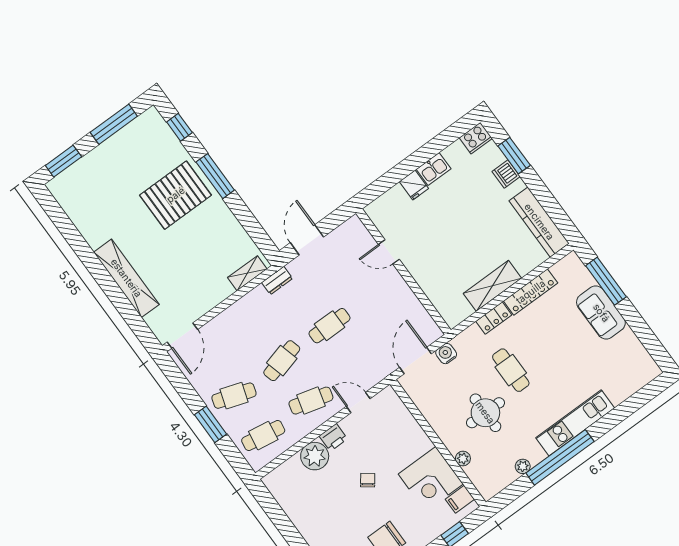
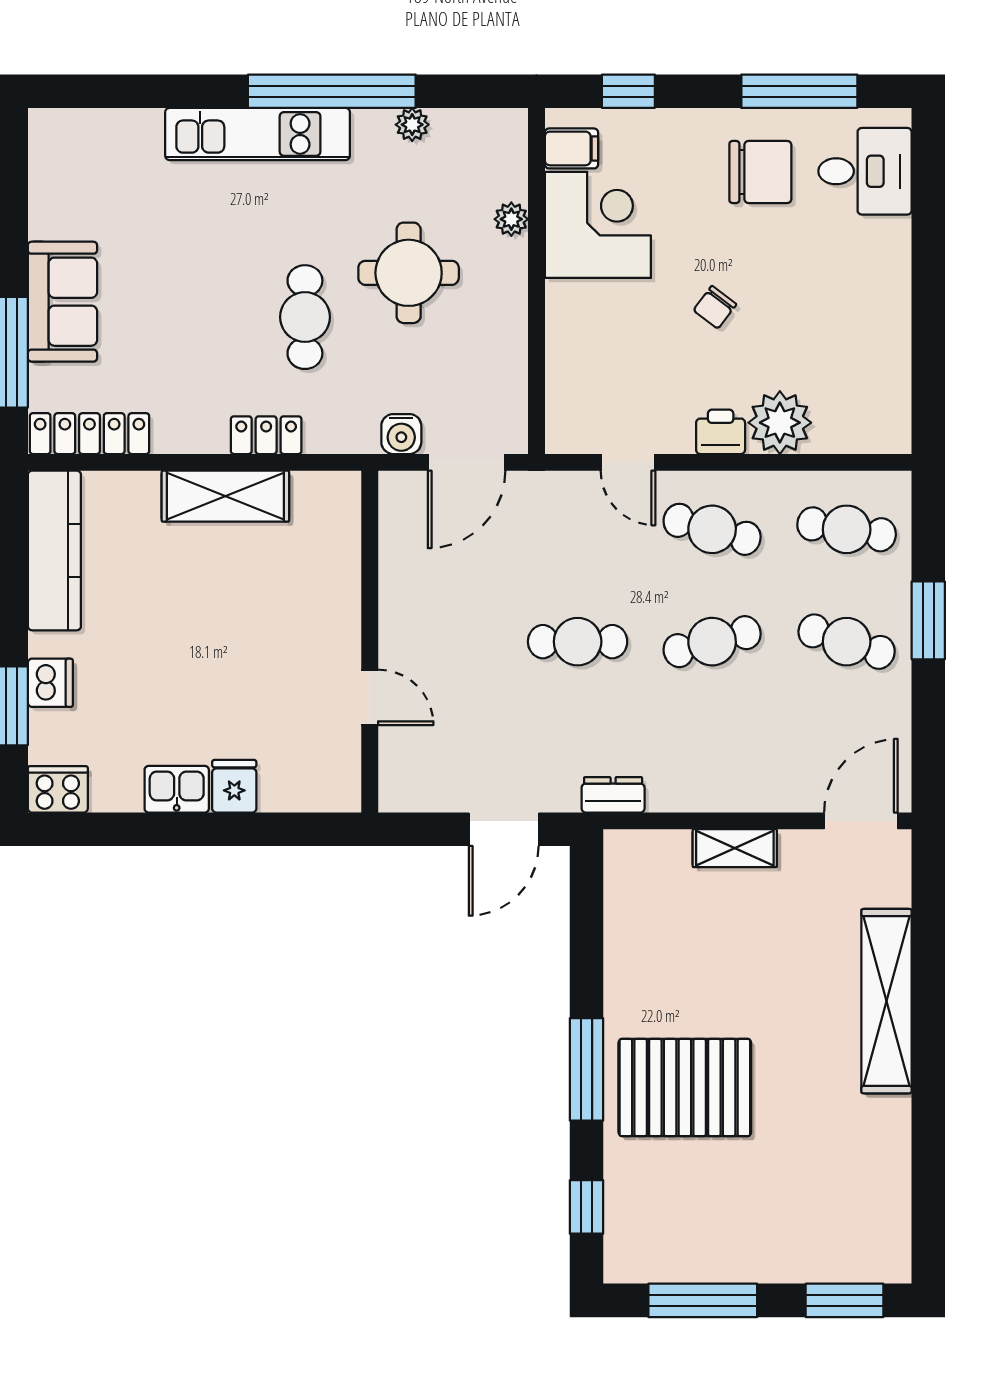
shelving: (247, 273) -> (735, 848), moved
locker: (531, 292) -> (89, 434), moved

